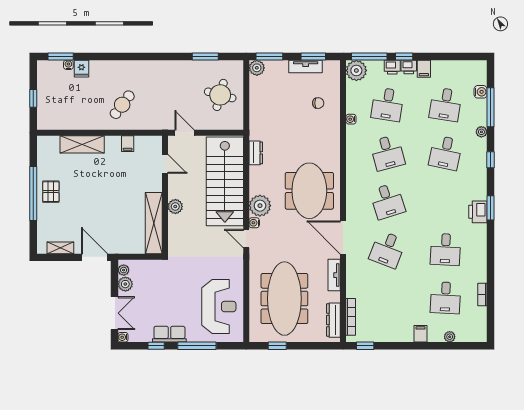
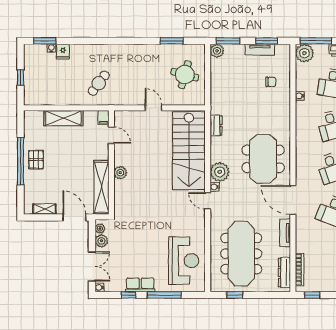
door: (165, 164) -> (111, 135), moved
wall: (165, 195) -> (111, 162), moved
plant: (175, 206) -> (120, 173), moved
shelving: (154, 223) -> (101, 187), moved

